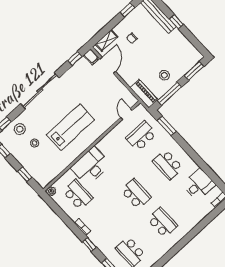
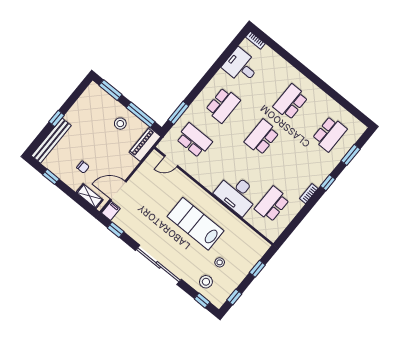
school desk: (141, 136) -> (194, 140), turned 180
plant: (51, 191) -> (273, 236), removed

